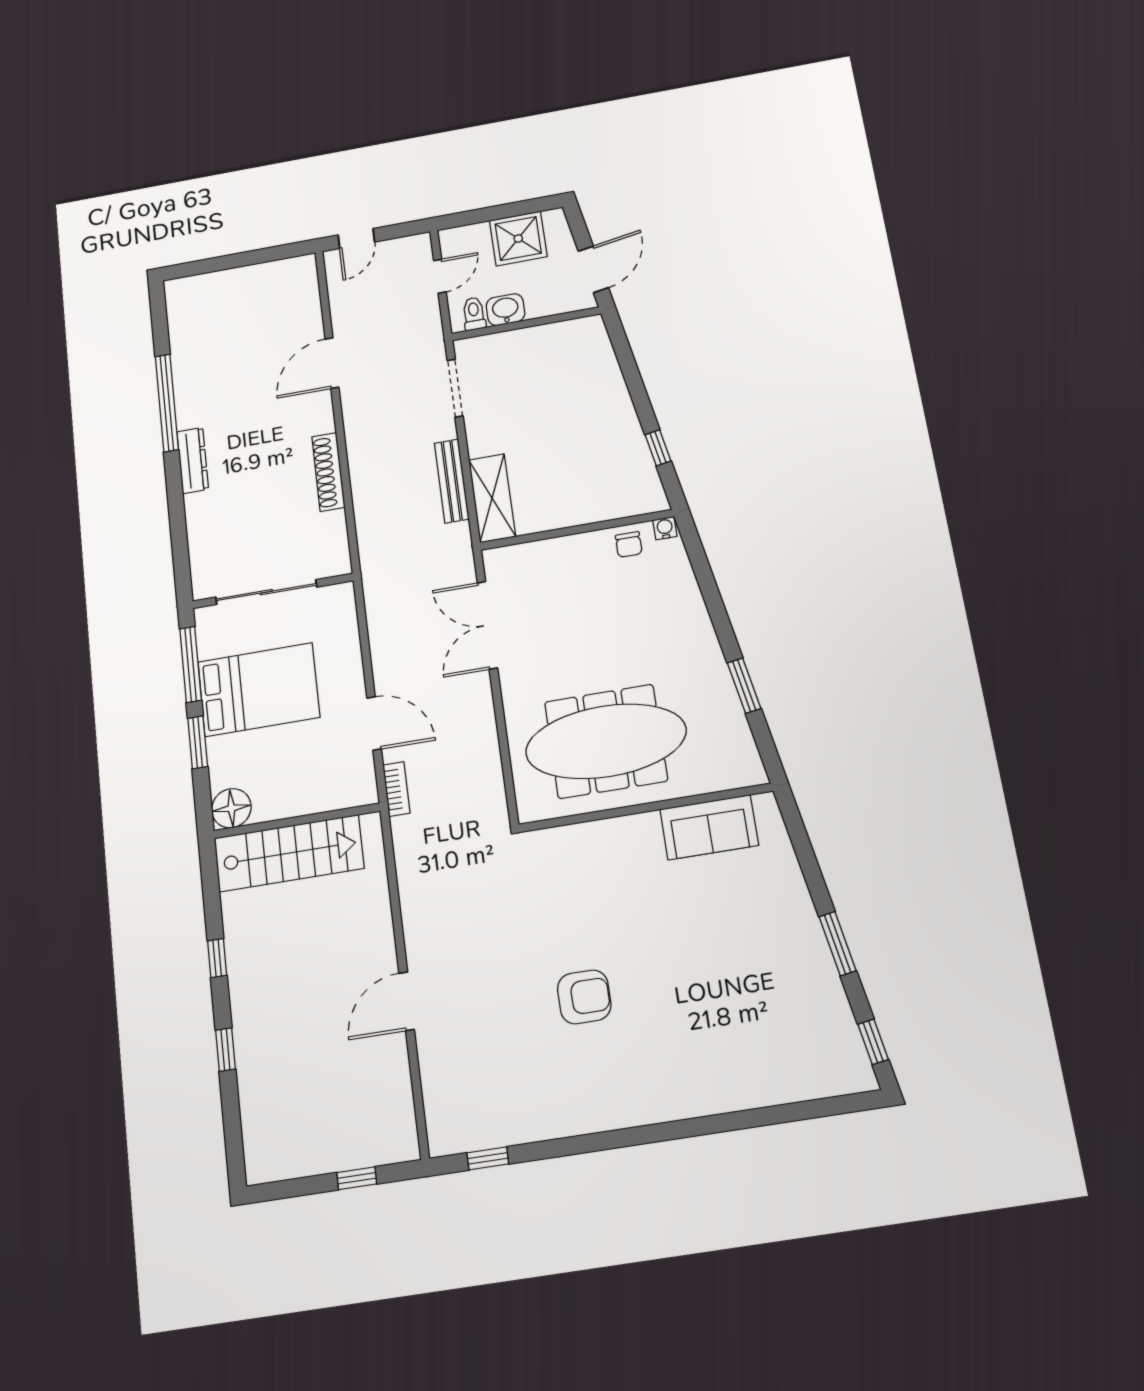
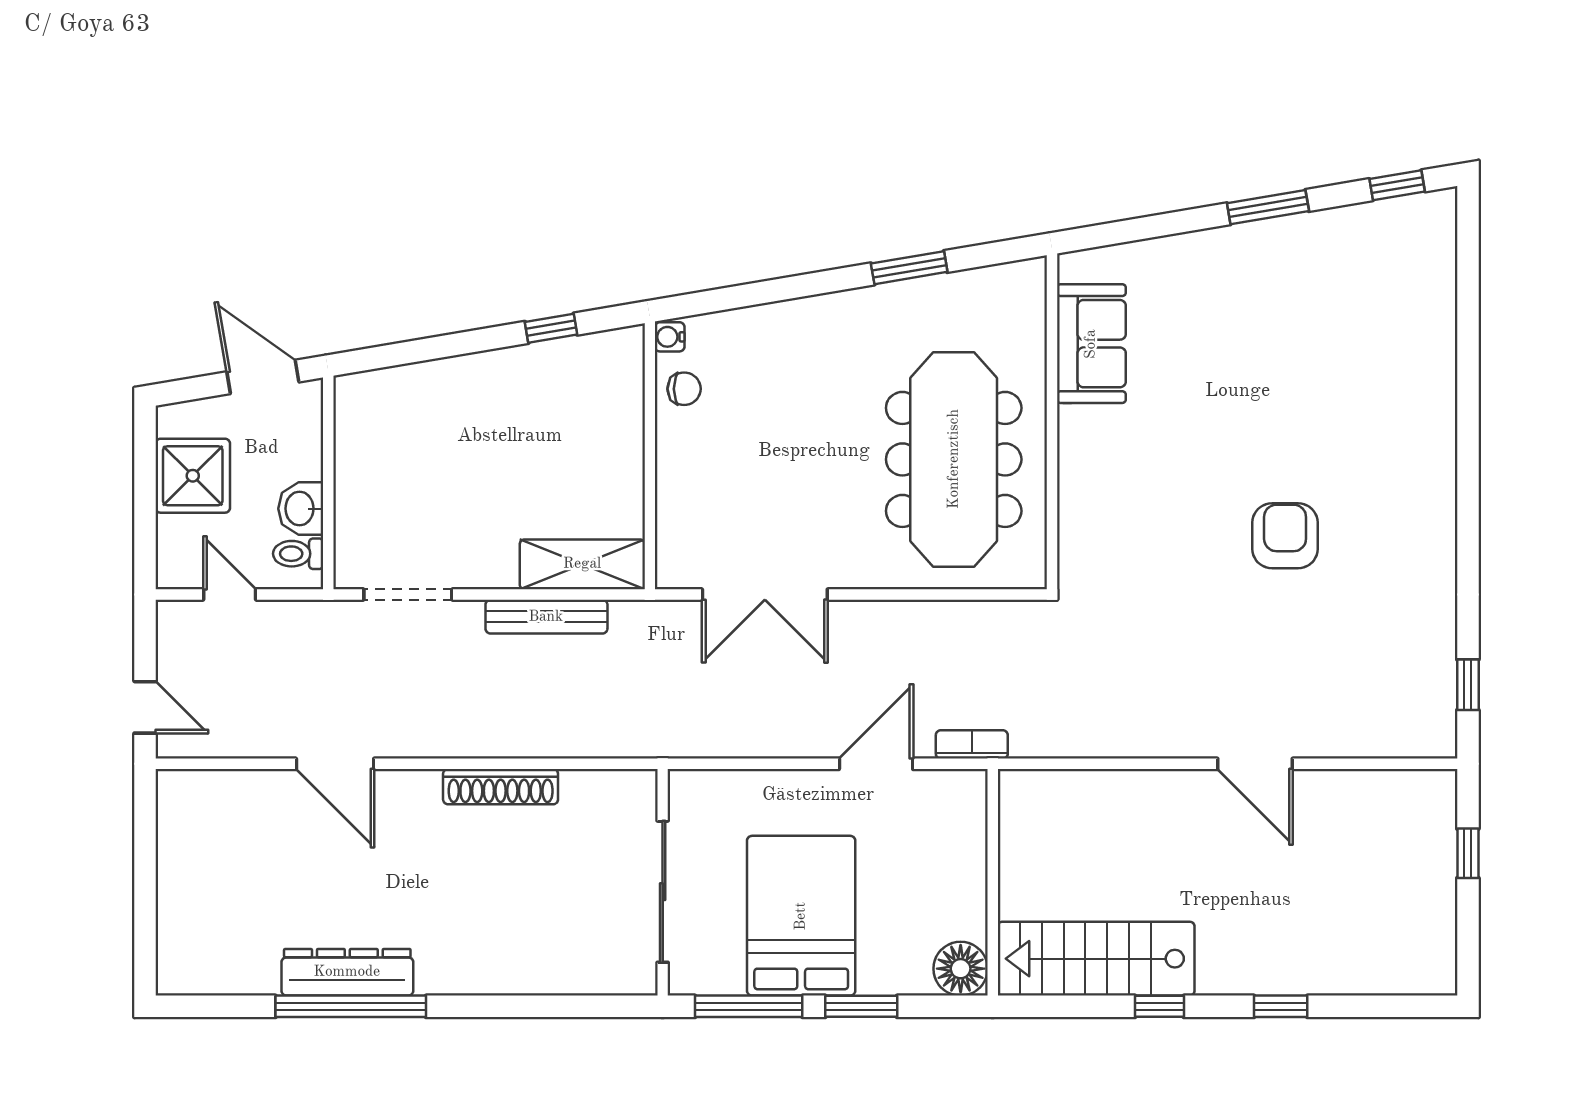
dresser: (193, 460) -> (347, 972), moved, width x1.37, depth x1.24
stairs: (289, 853) -> (1096, 959), moved, turned -90

